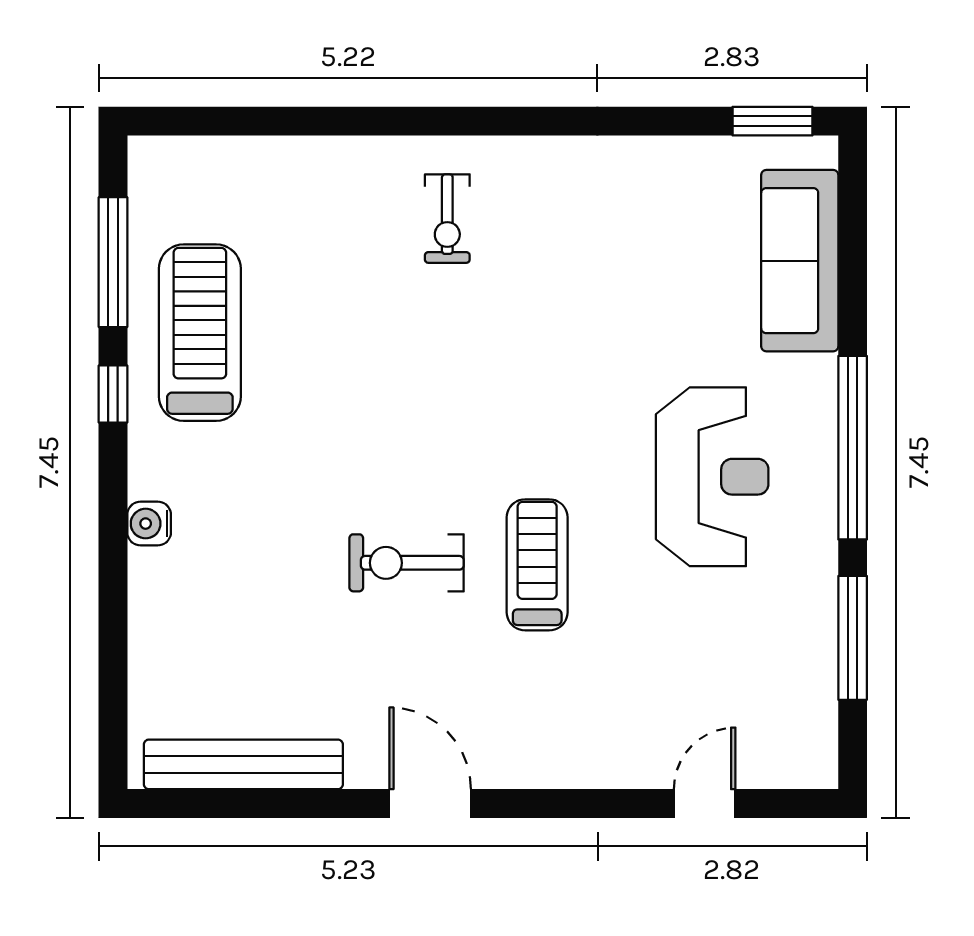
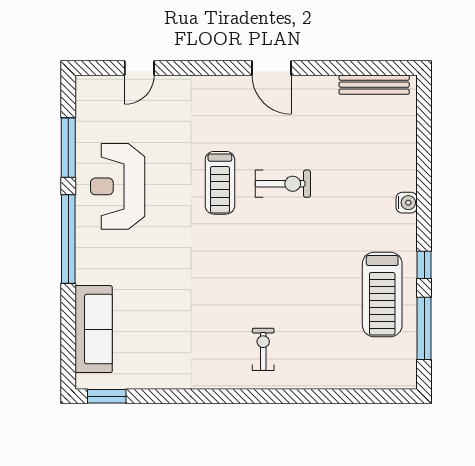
reception desk: (712, 477) -> (118, 186), moved
bench: (243, 764) -> (374, 85), width x0.73, depth x0.82

